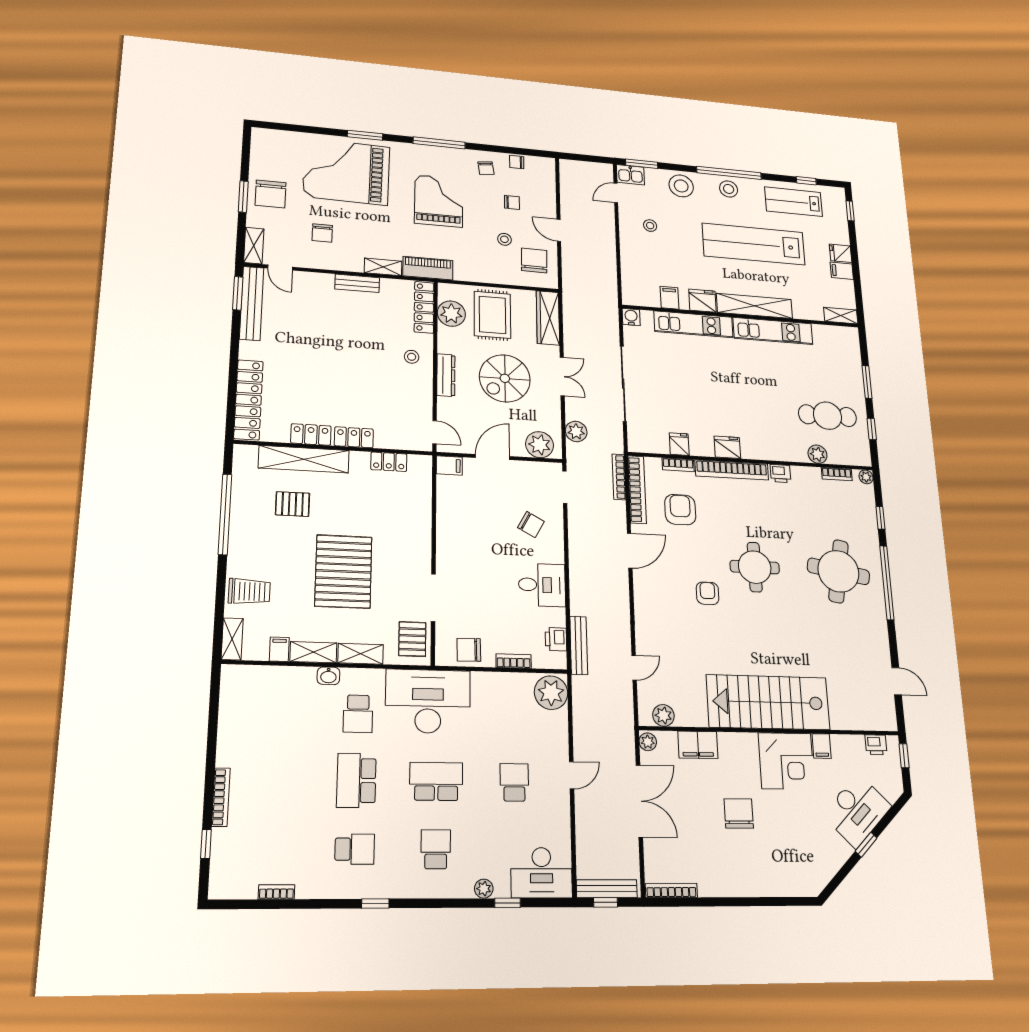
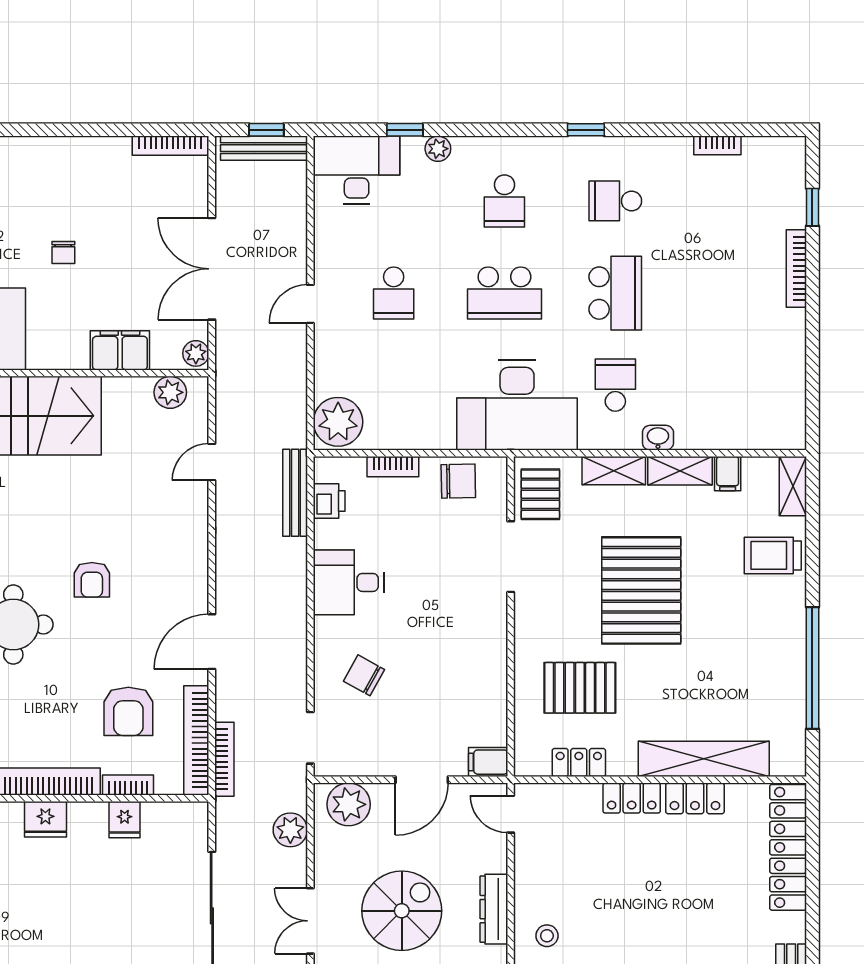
pallet: (293, 504) -> (580, 688), moved, width x1.50, depth x1.42
chair: (739, 813) -> (63, 252), width x0.54, depth x0.54

